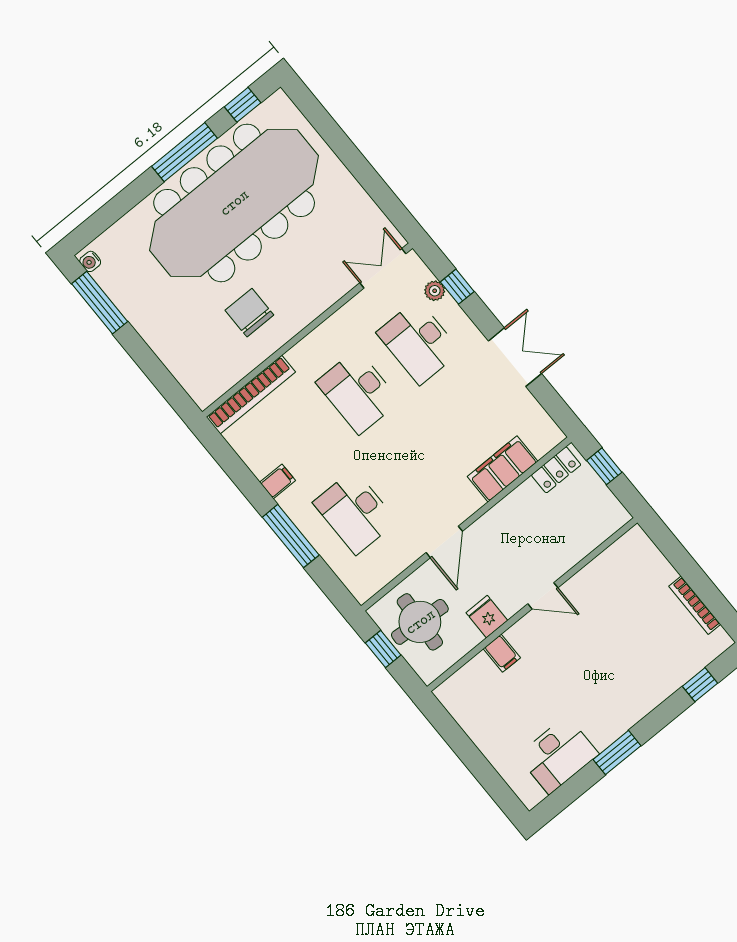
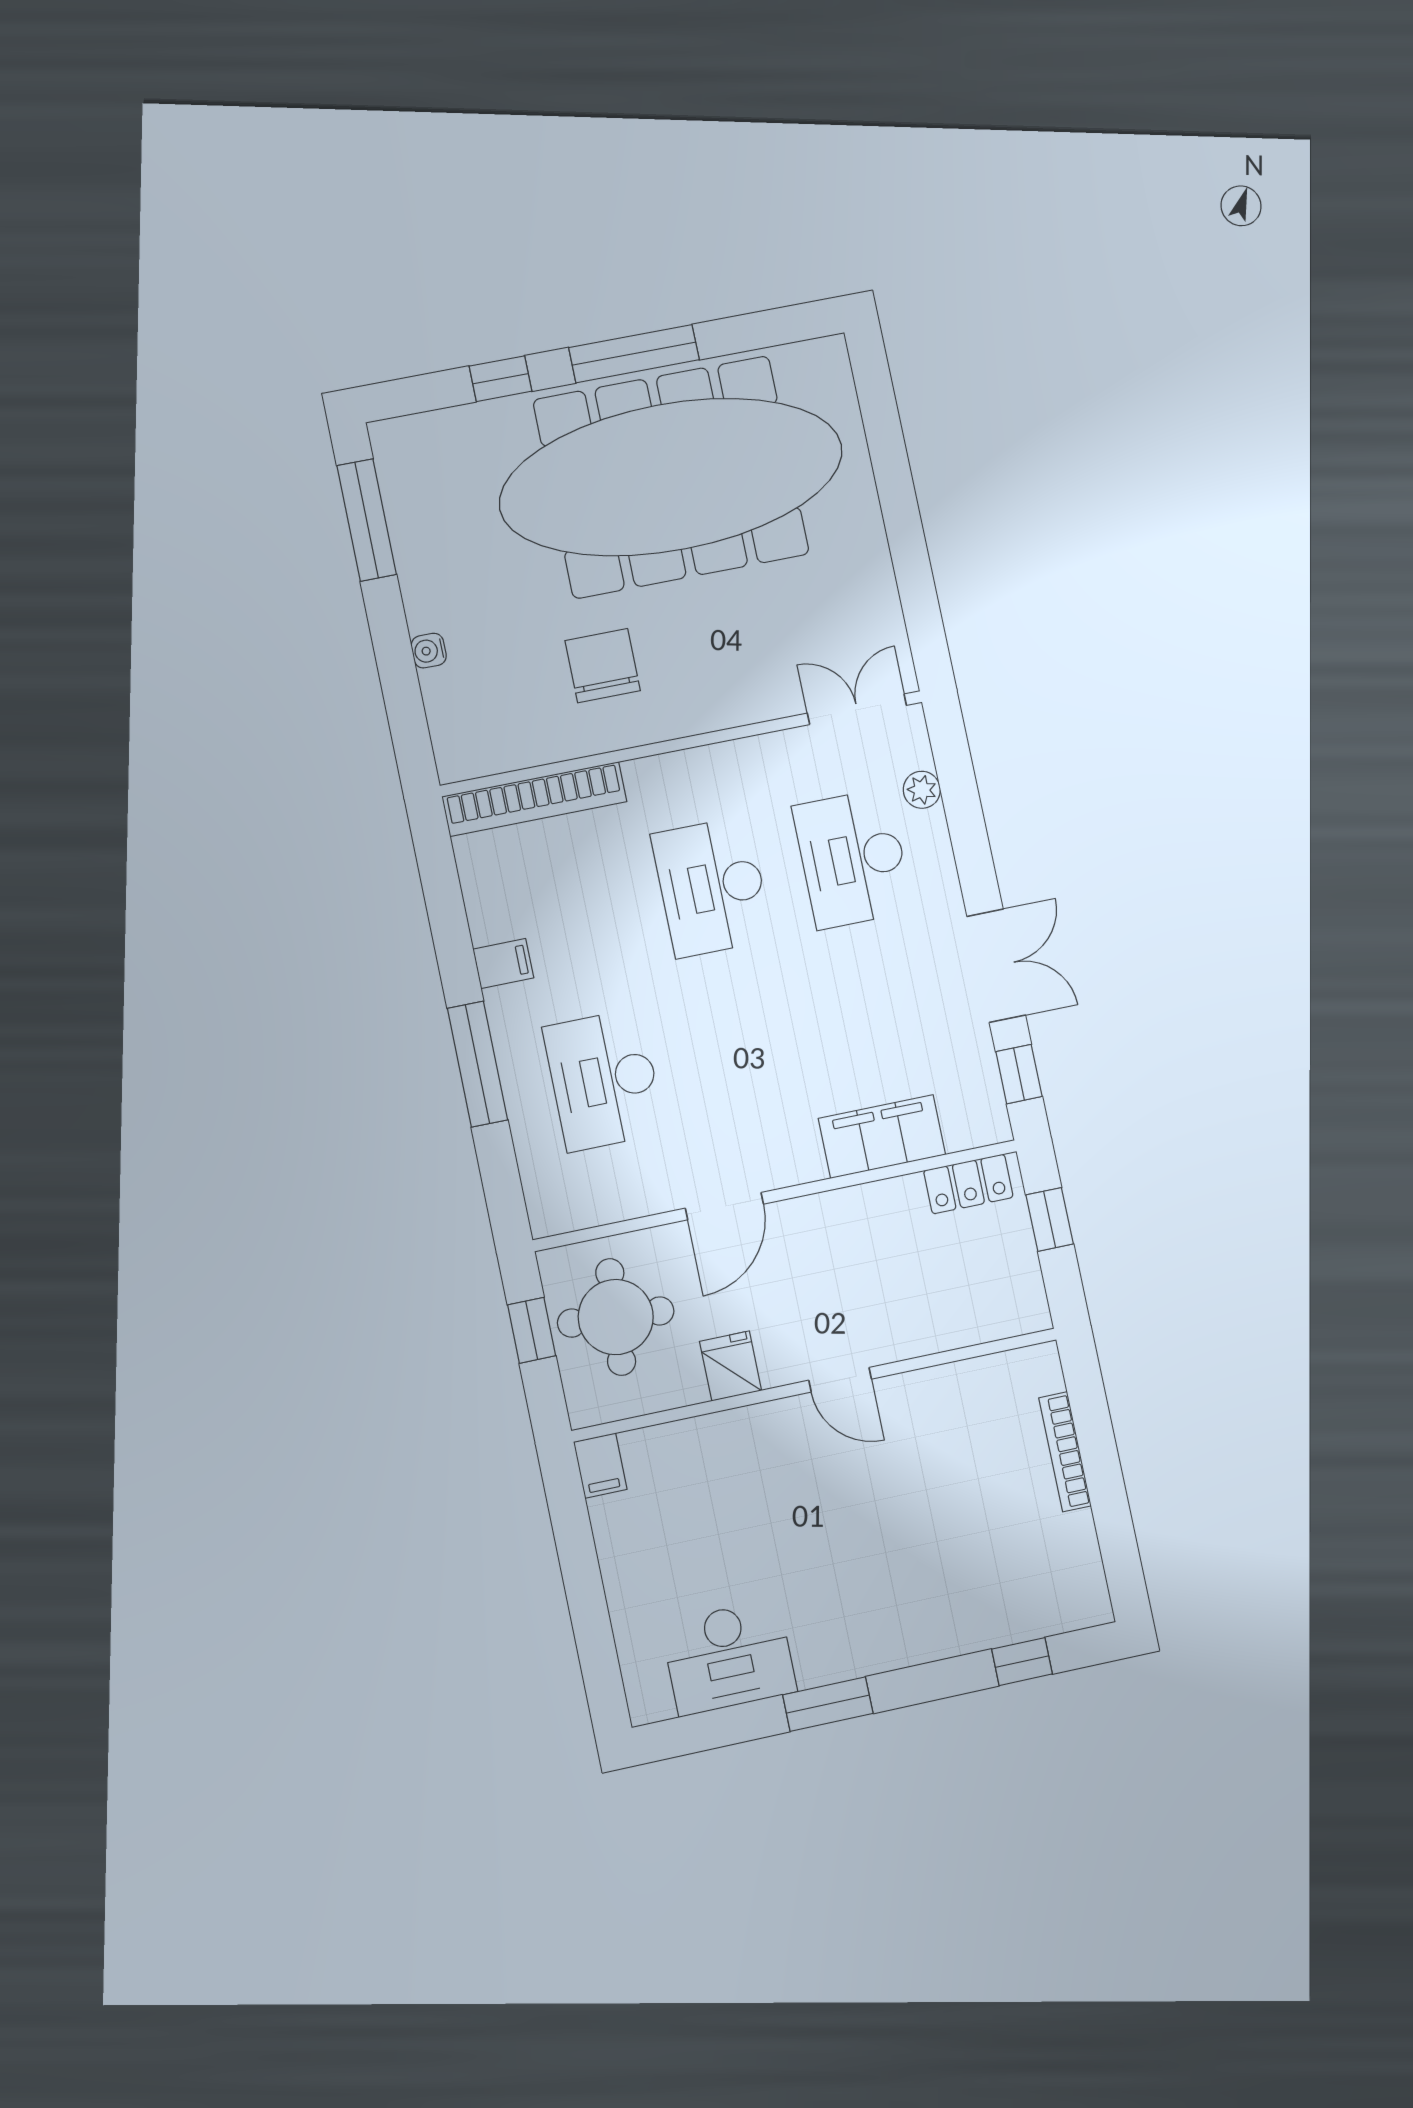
window: (243, 105) -> (500, 379), moved
water cooler: (90, 261) -> (429, 651), moved
window: (457, 287) -> (1019, 1074), moved
bookcase: (695, 605) -> (1065, 1452), moved
filing cabinet: (502, 653) -> (600, 1466), moved

